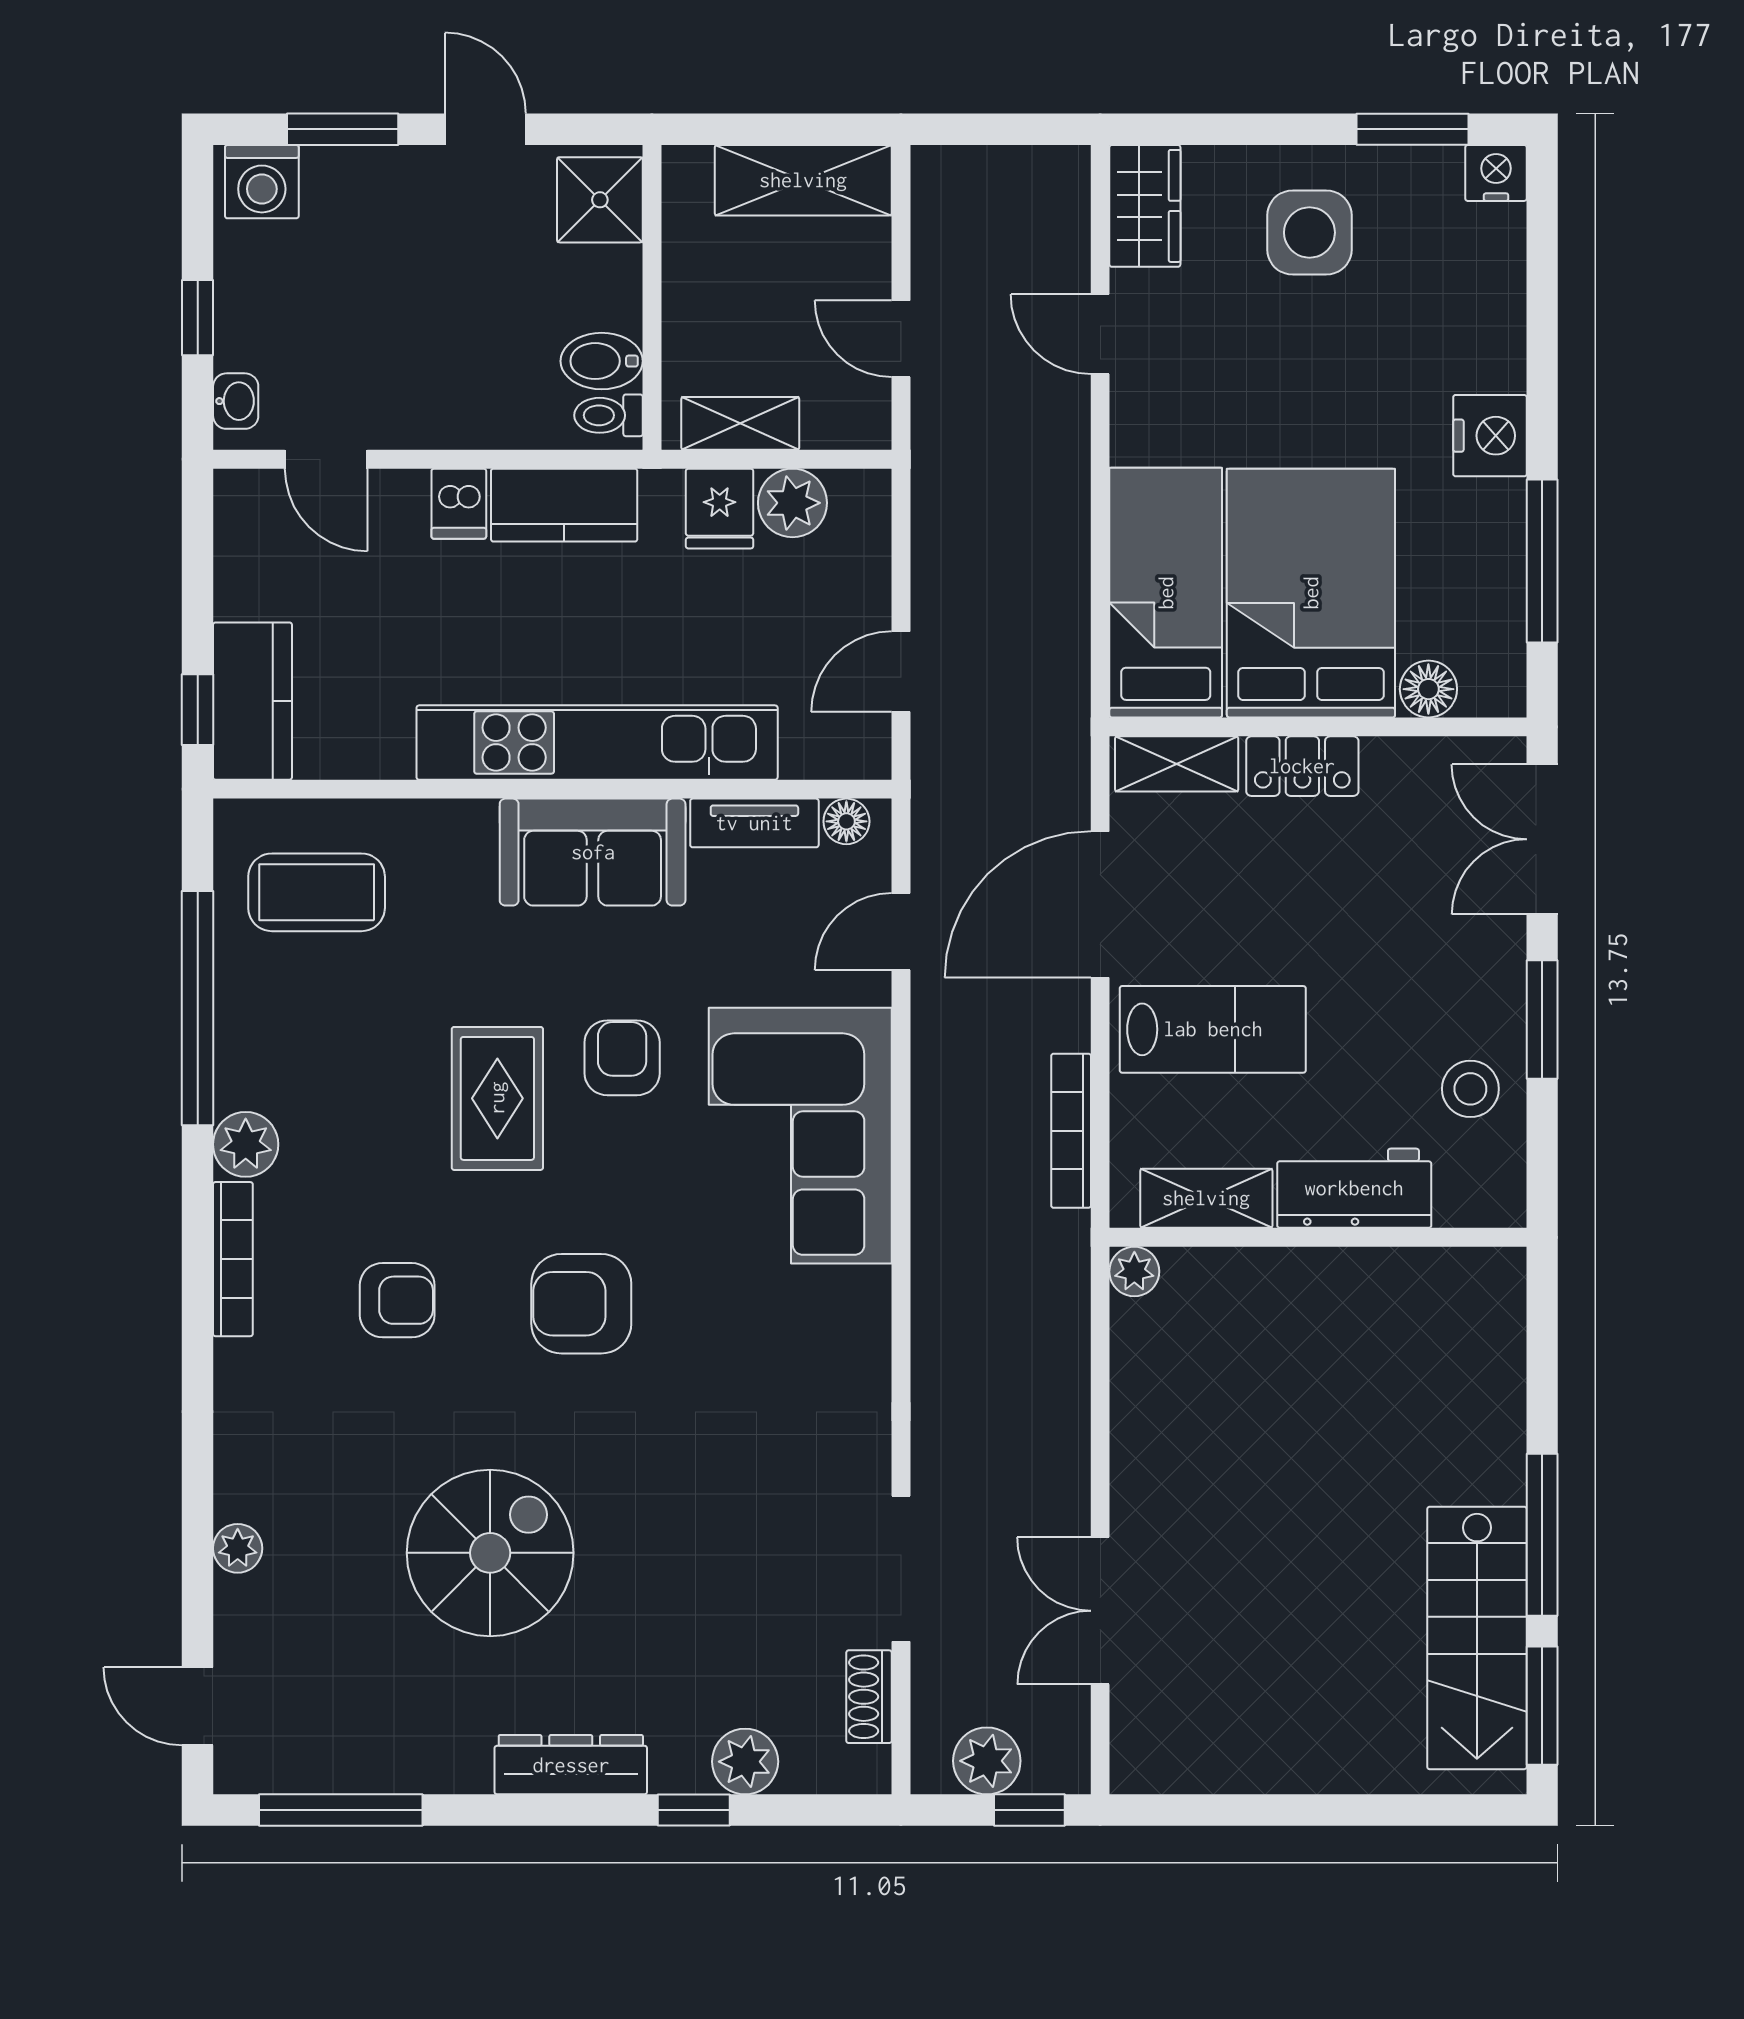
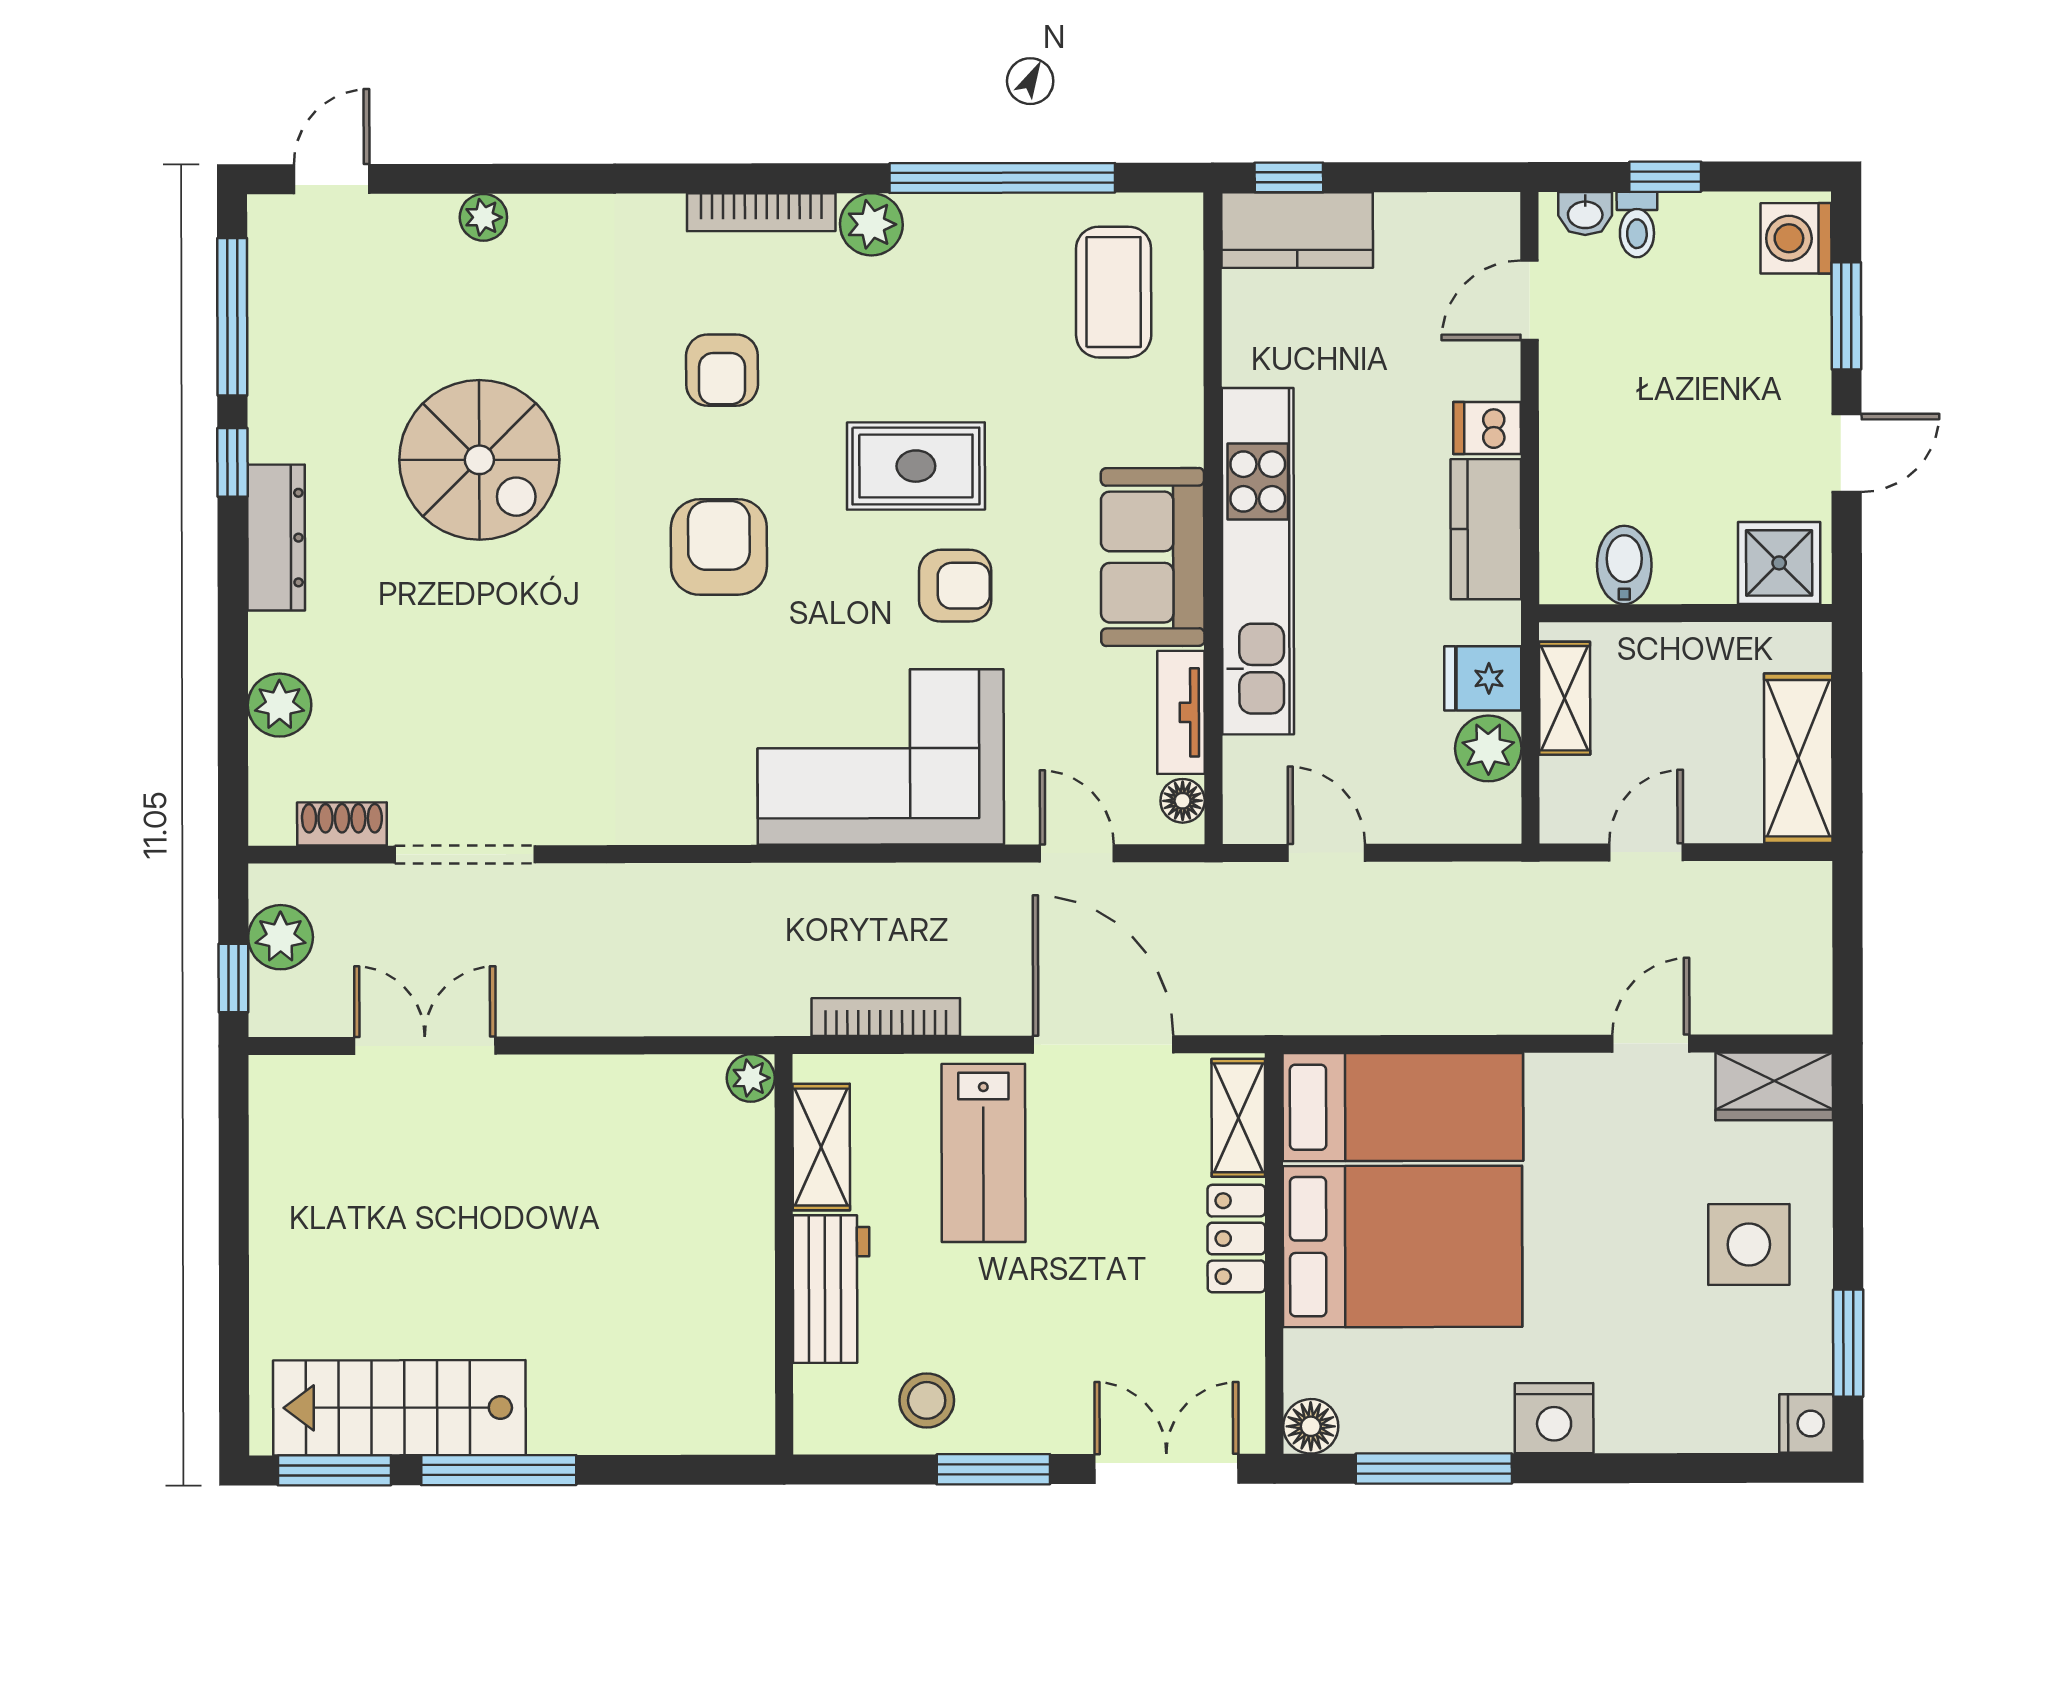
toilet: (608, 415) -> (1637, 225), moved, turned 180
floor lamp: (1428, 689) -> (1311, 1426), moved
window: (694, 1810) -> (233, 462), moved

